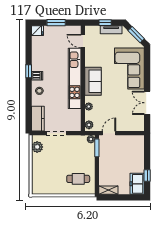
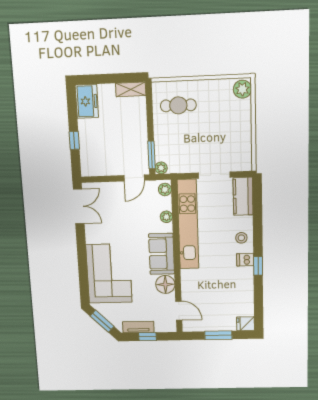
floor lamp: (91, 60) -> (165, 284), added
kitchen unit: (75, 78) -> (188, 224), moved
double door: (147, 103) -> (79, 206), moved
plant: (37, 147) -> (242, 89), moved
window: (147, 175) -> (74, 140), moved

